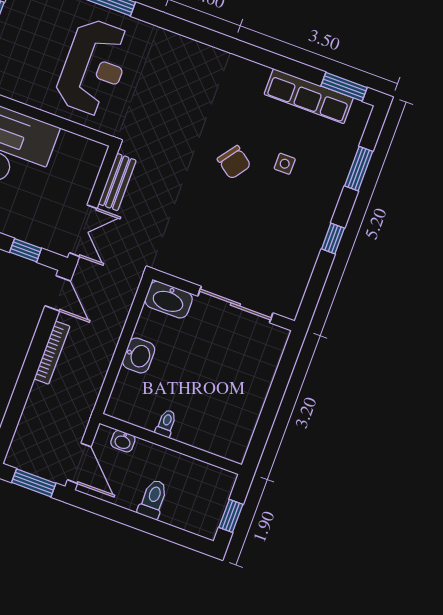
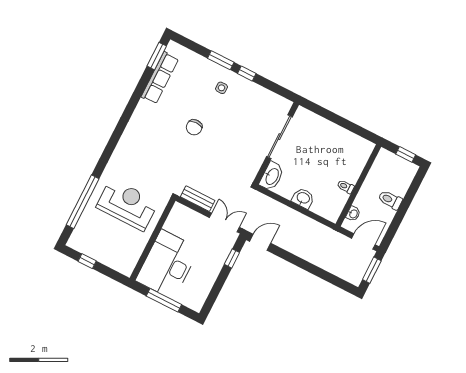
chair: (234, 162) -> (194, 127), turned 144
side table: (285, 164) -> (221, 88), moved
window: (359, 169) -> (221, 60), moved
bookcase: (52, 353) -> (295, 250), removed

